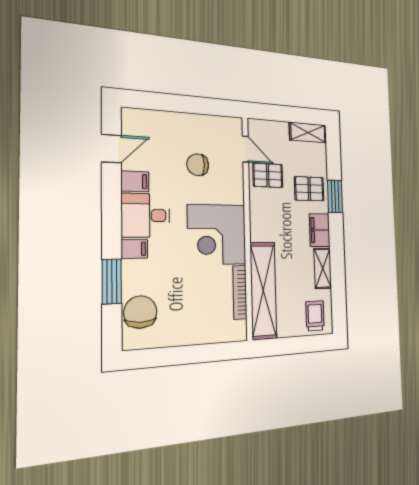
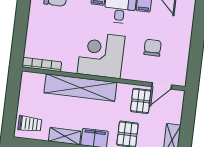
shelving: (263, 291) -> (80, 88), moved
bookcase: (240, 292) -> (42, 64), moved

